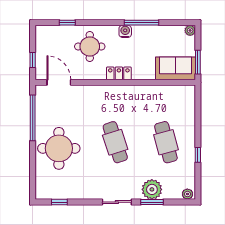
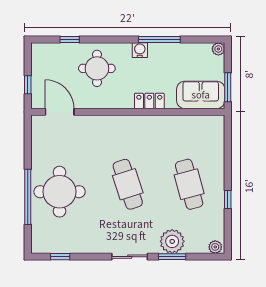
locker: (119, 73) -> (149, 101), moved
window: (33, 118) -> (28, 197), moved

